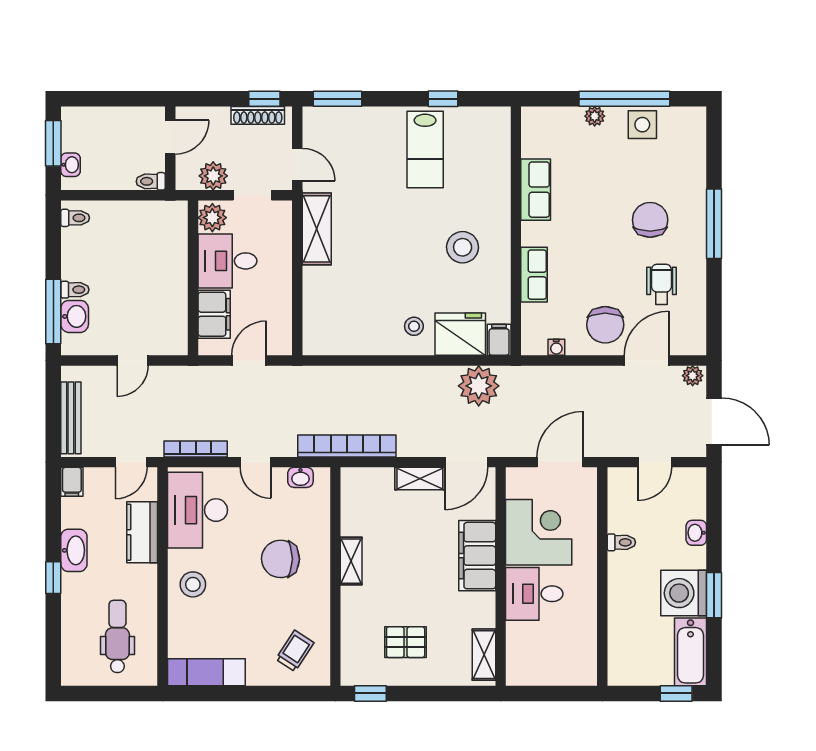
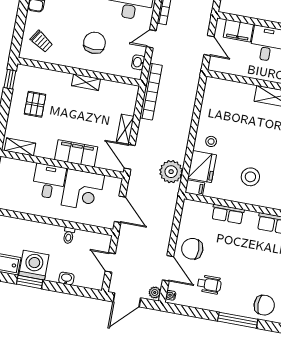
chair: (650, 220) -> (264, 305), moved
water cooler: (556, 347) -> (171, 295), moved

